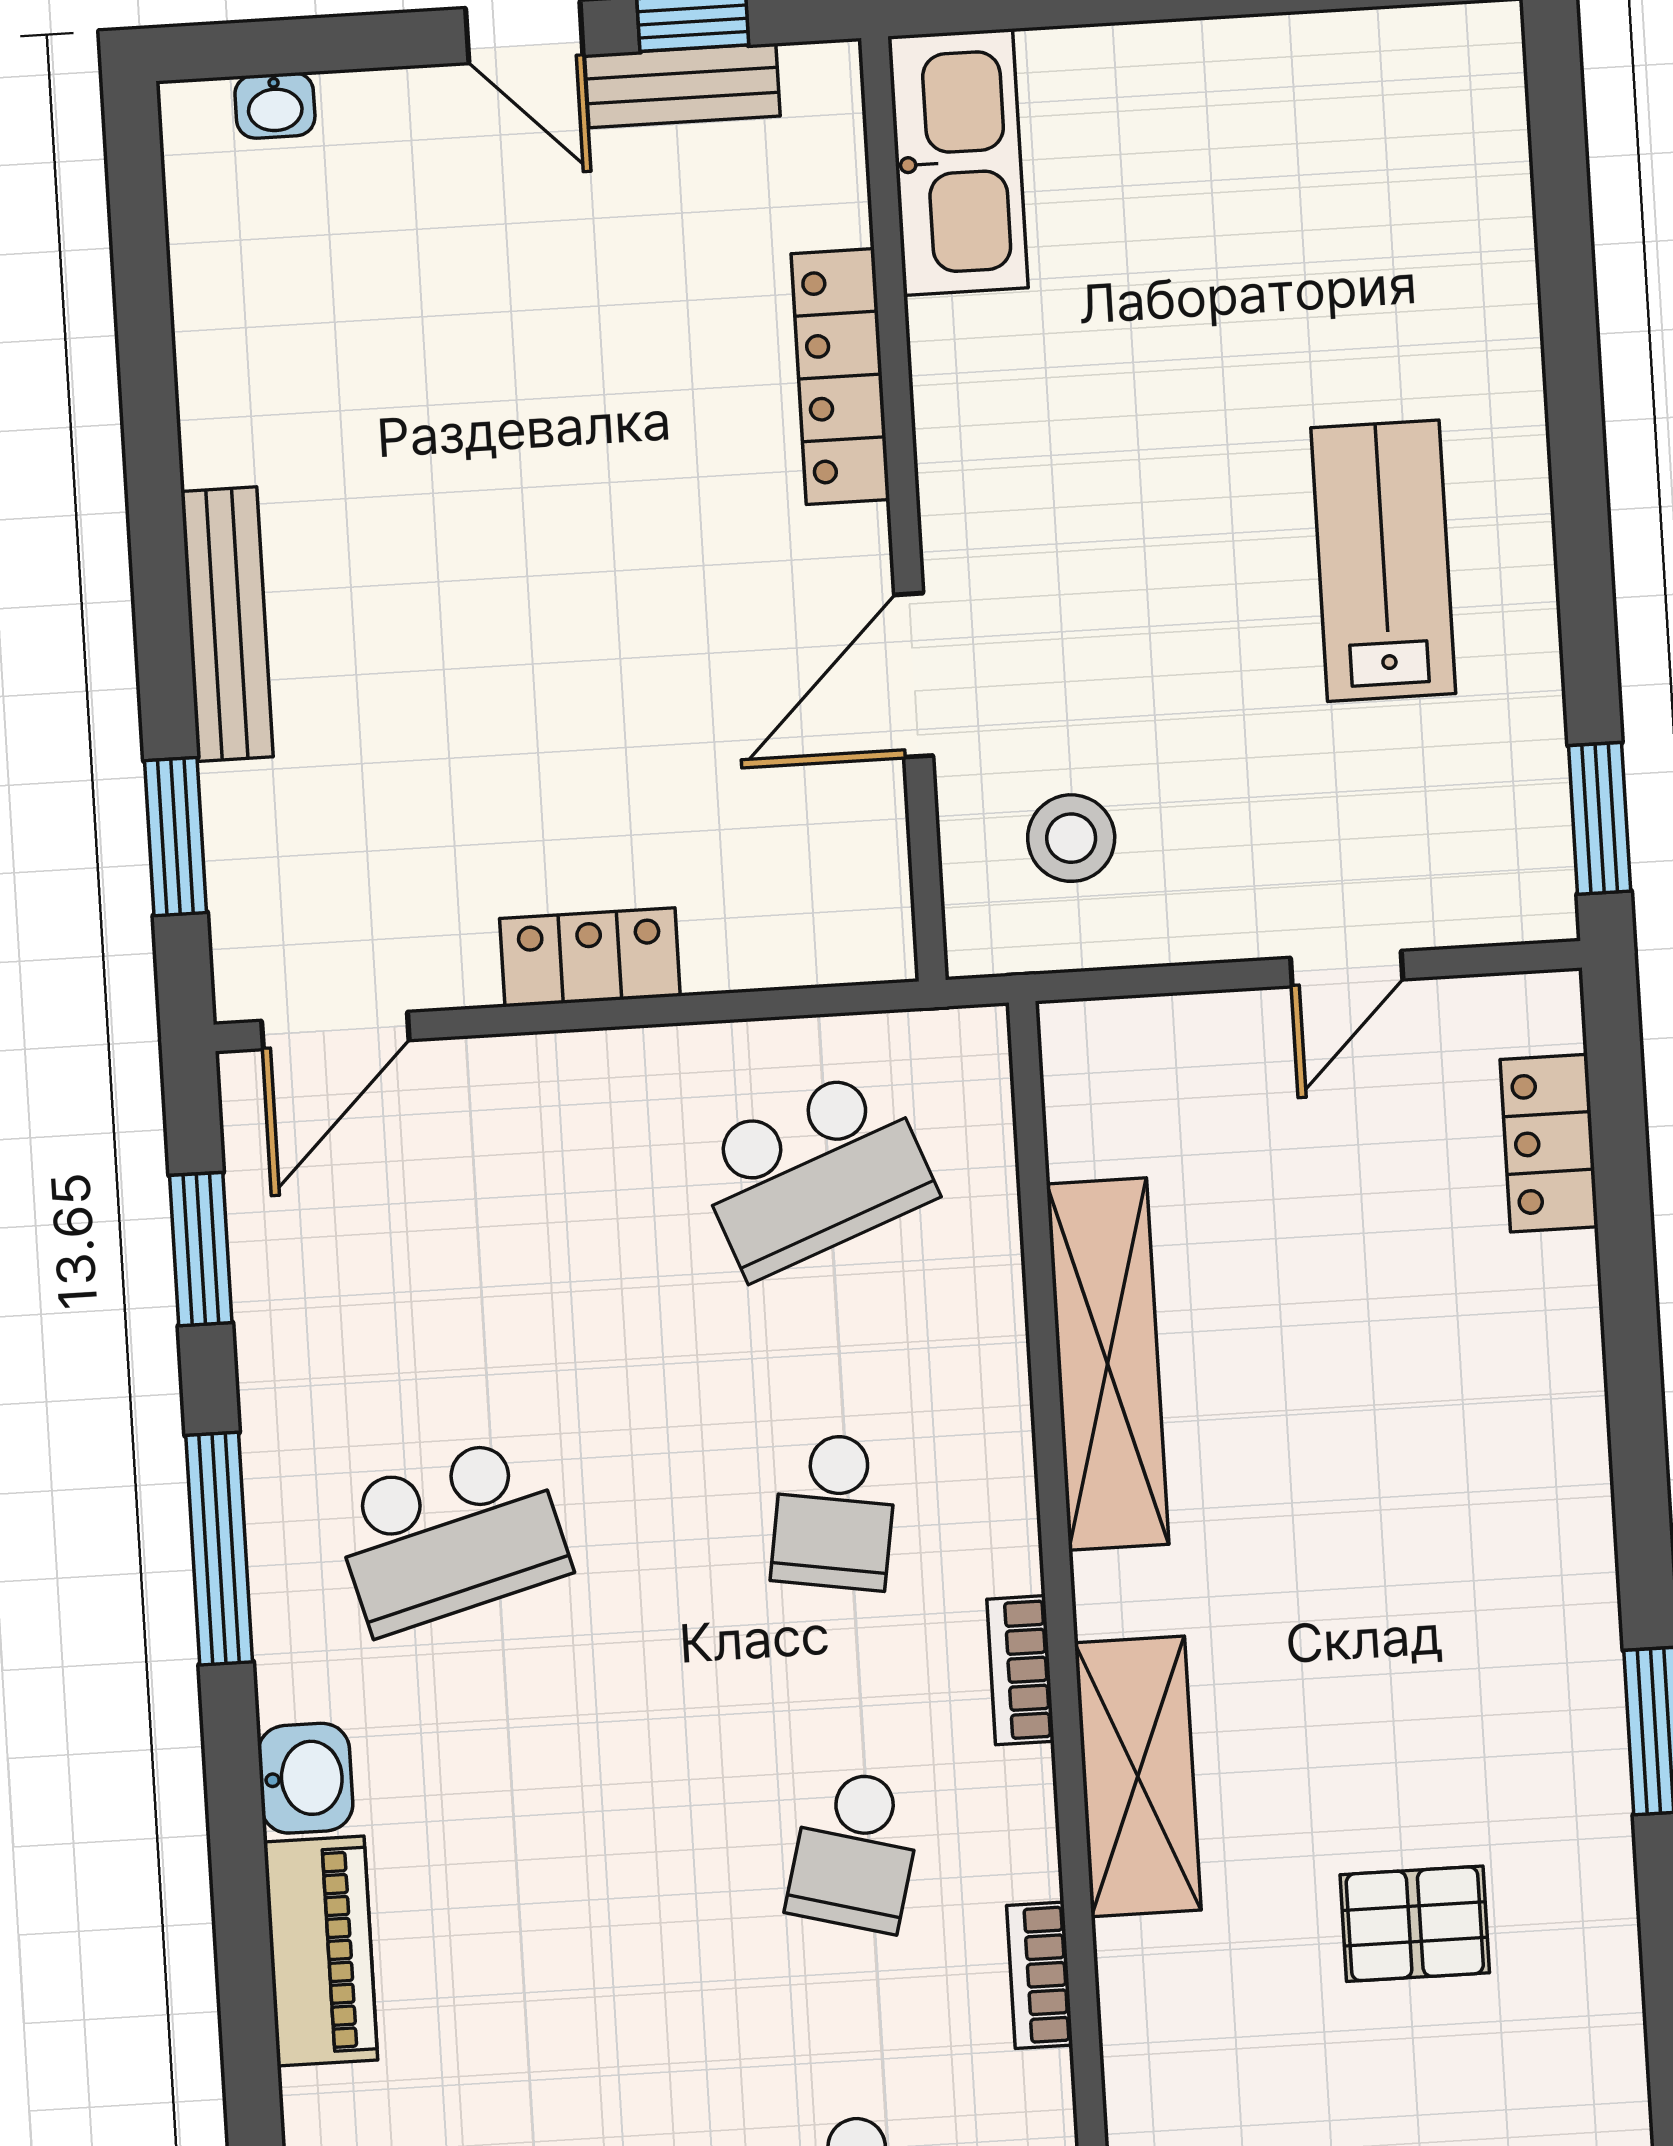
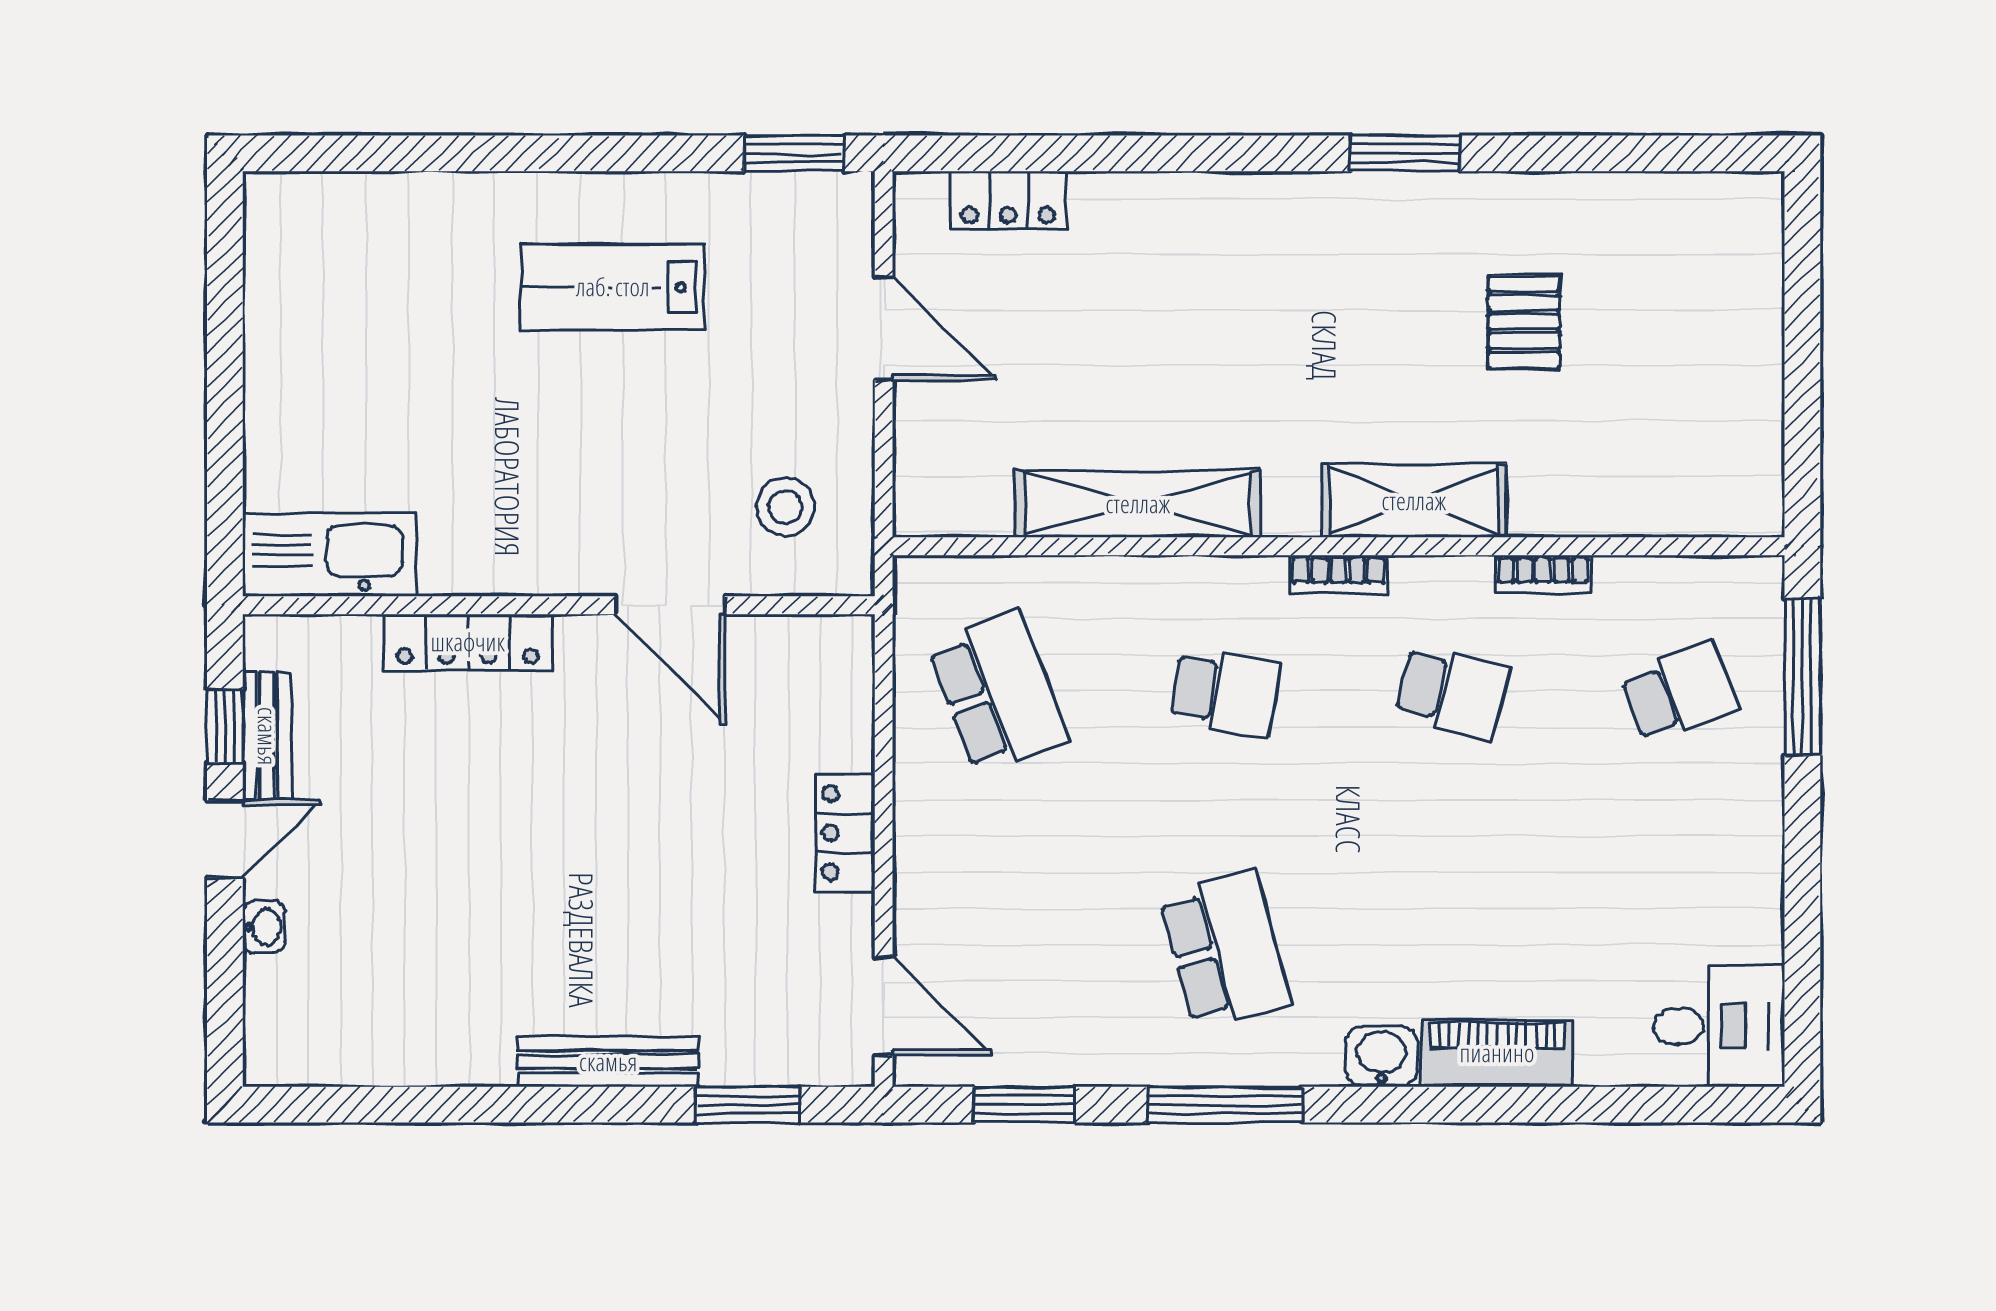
washbasin: (275, 105) -> (264, 927), moved
door: (1347, 969) -> (884, 328), width x1.38

